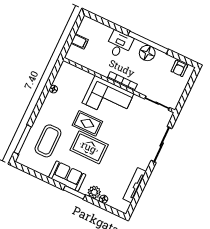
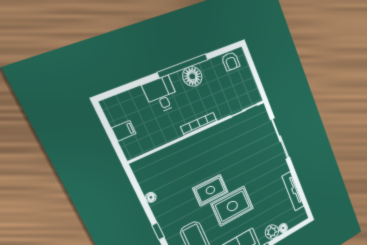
corner sofa: (108, 98) -> (203, 151), removed
window: (36, 111) -> (158, 231), added

